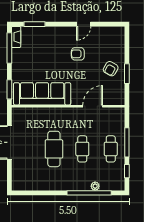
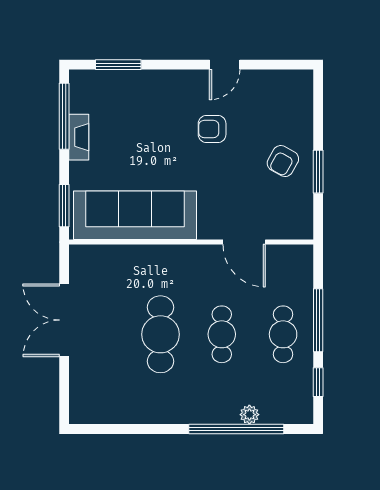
fireplace: (16, 37) -> (79, 137), moved
door: (93, 106) -> (244, 242), swing flipped

